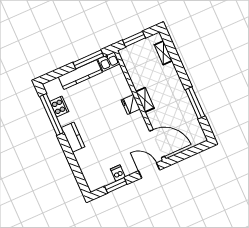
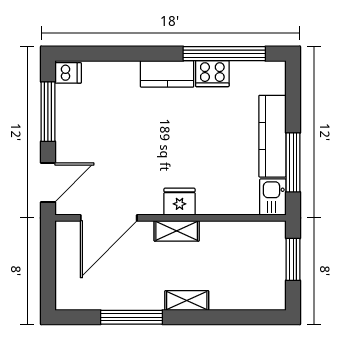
shelving: (163, 53) -> (187, 300), moved
cooker: (59, 106) -> (212, 74), moved
door: (157, 144) -> (109, 218), moved
dishwasher: (118, 173) -> (68, 73), moved
window: (116, 185) -> (48, 112), width x1.44

